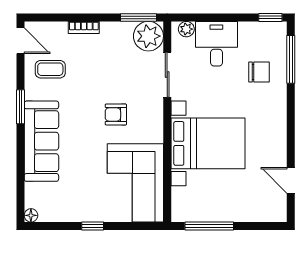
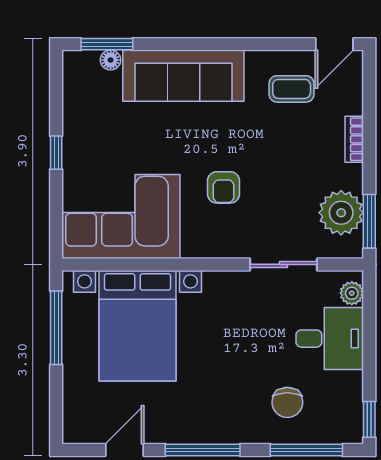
plant: (148, 36) -> (341, 213), moved
coffee table: (50, 69) -> (292, 89), turned 90
window: (20, 107) -> (107, 44), moved
armchair: (116, 114) -> (224, 187), turned 180
window: (291, 128) -> (203, 450), added
bed with nightstands: (208, 143) -> (137, 326), moved
floor lamp: (31, 215) -> (111, 60), moved

